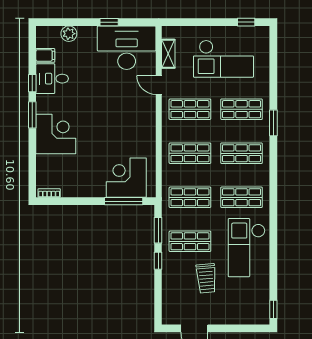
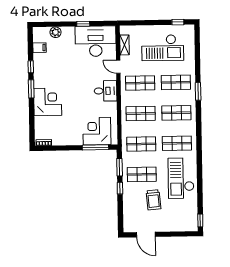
desk: (52, 79) -> (106, 91), moved, turned 180

